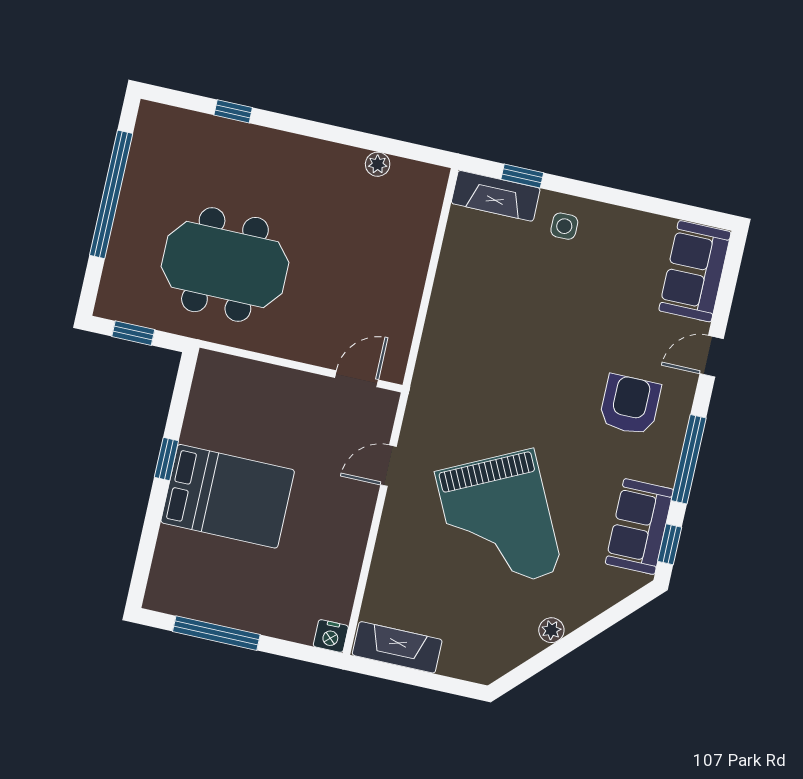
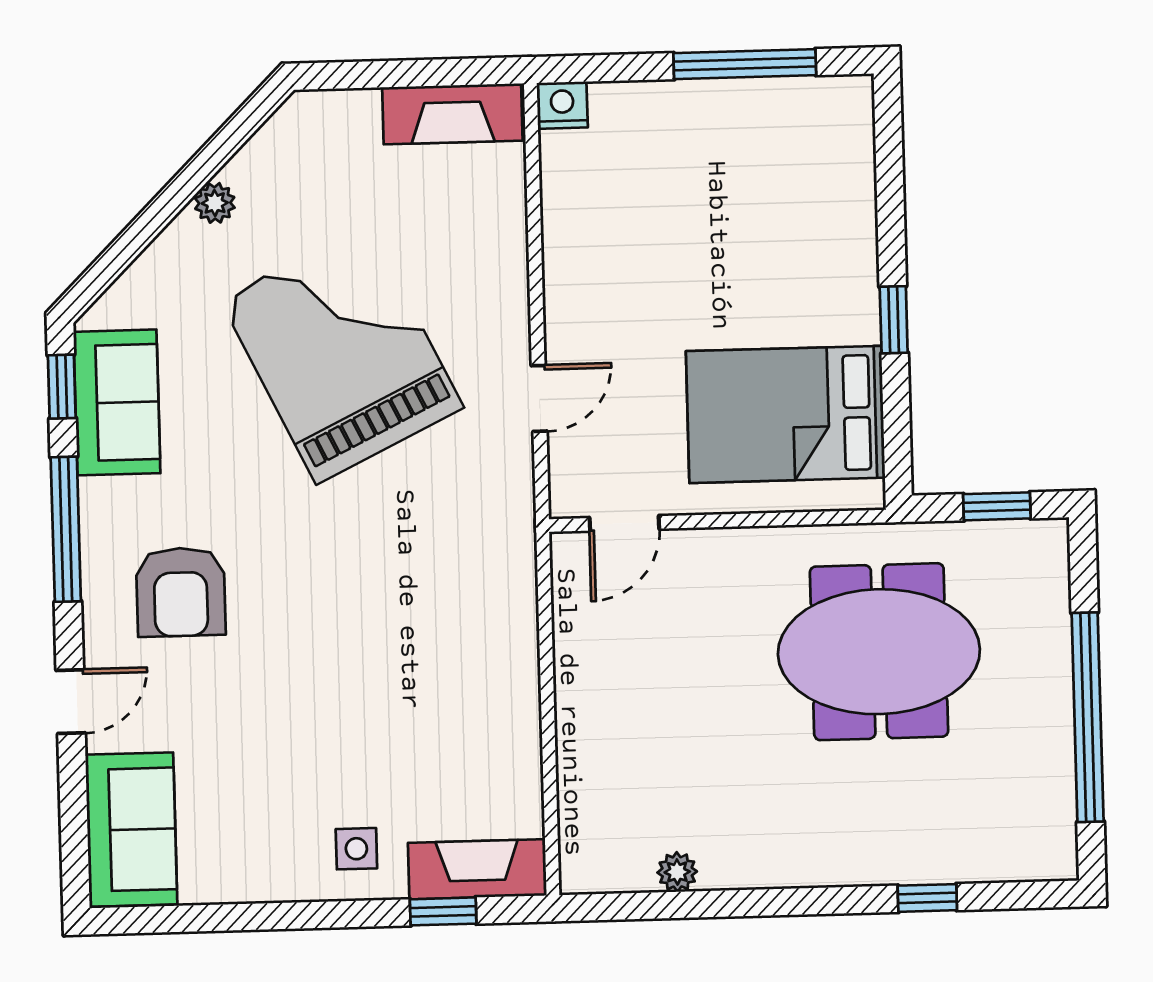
bed: (228, 496) -> (785, 414), moved

